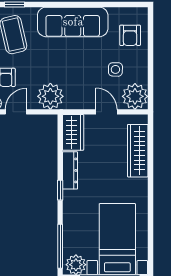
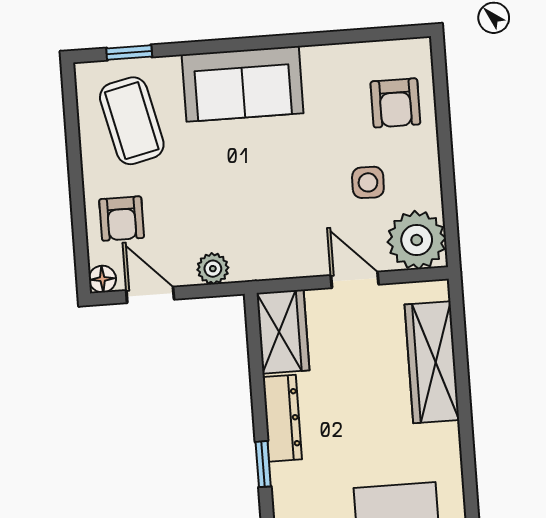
sofa: (73, 22) -> (243, 84), width x0.73
plant: (50, 96) -> (213, 269), width x0.53, depth x0.53
door: (16, 112) -> (150, 295), hinge flipped

